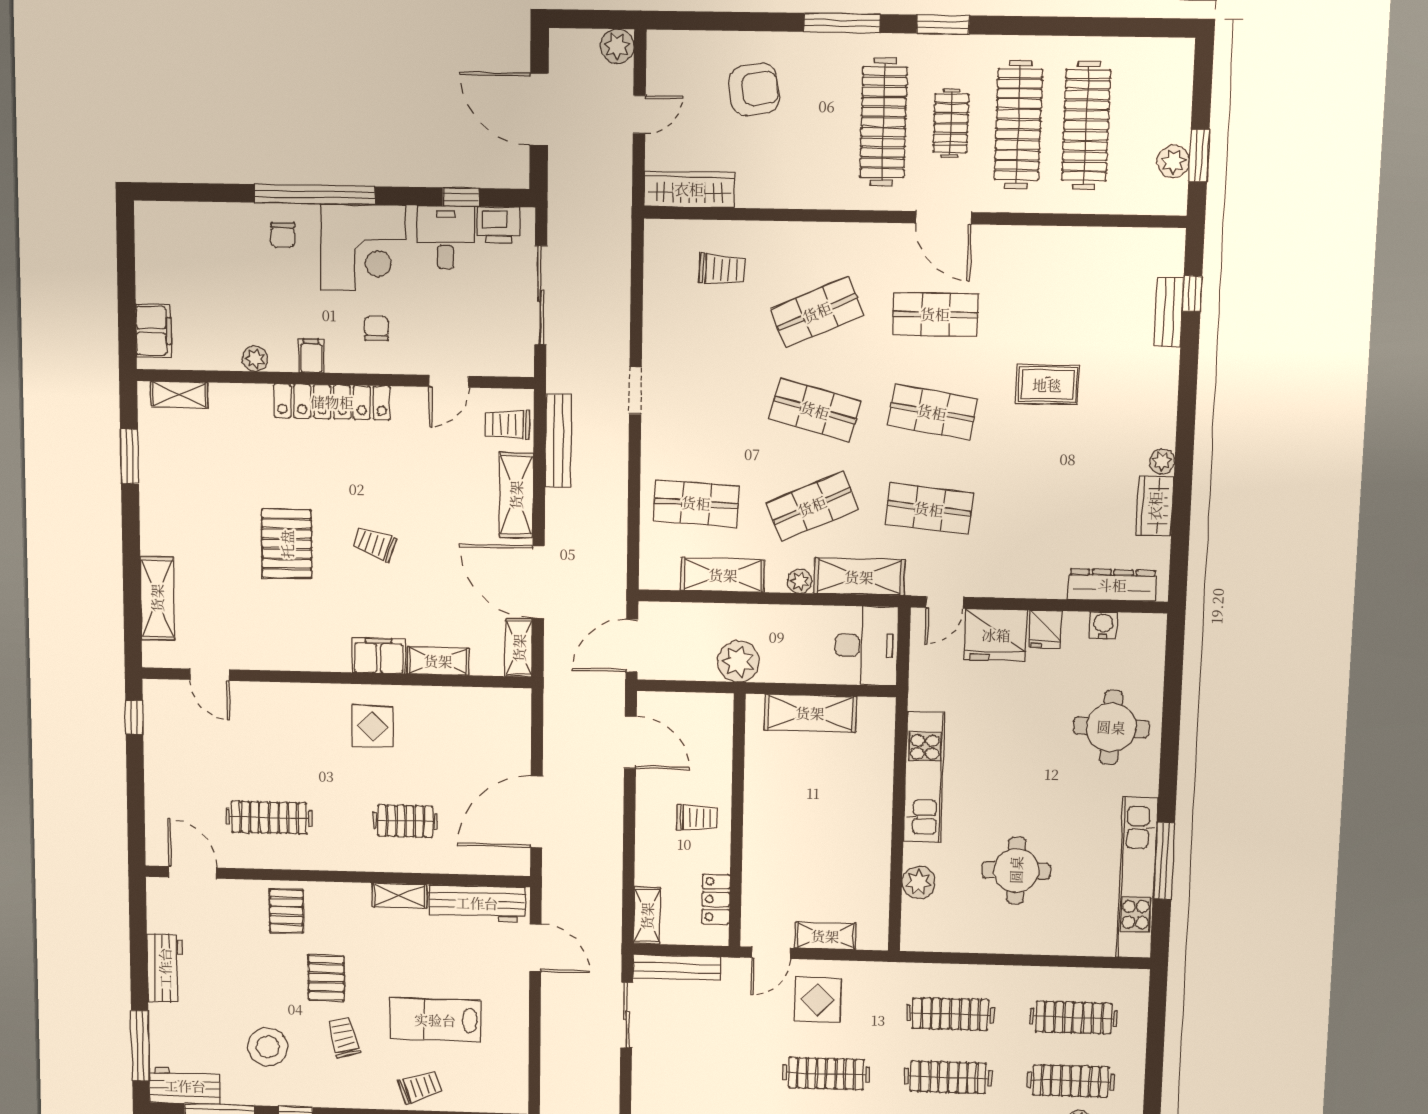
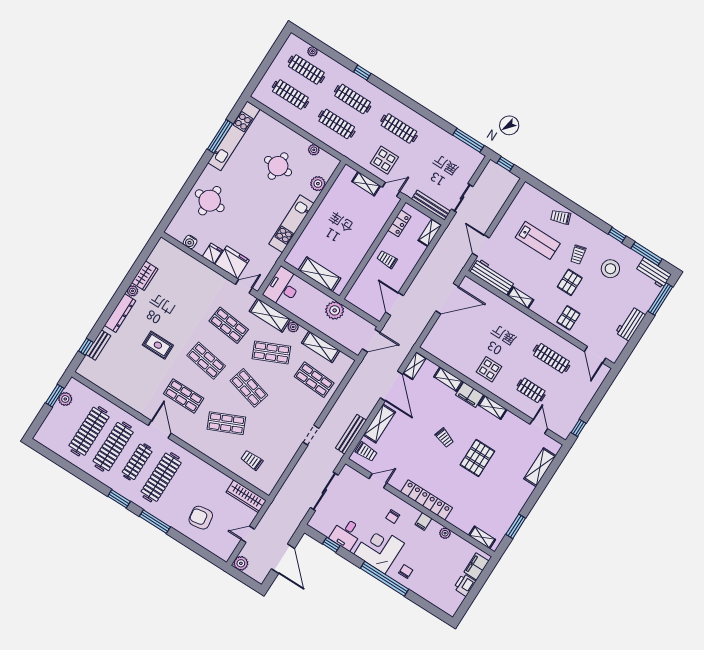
clothes rail: (951, 123) -> (137, 462), width x1.36
printer: (499, 225) -> (465, 585), moved, turned -90
dresser: (1112, 585) -> (120, 313), moved, turned -90
shelving: (320, 658) -> (493, 407), added
clothes rail: (405, 821) -> (531, 390), moved
plant: (965, 941) -> (314, 150), added

